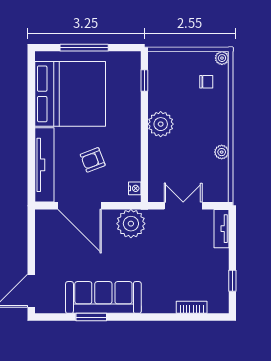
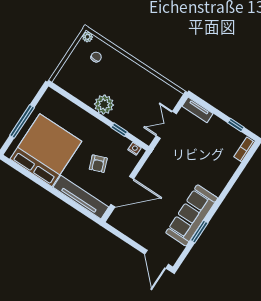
window: (144, 81) -> (119, 130), moved
plant: (222, 152) -> (148, 77), removed
plant: (131, 224) -> (156, 166), removed
bookcase: (192, 307) -> (244, 150), moved

